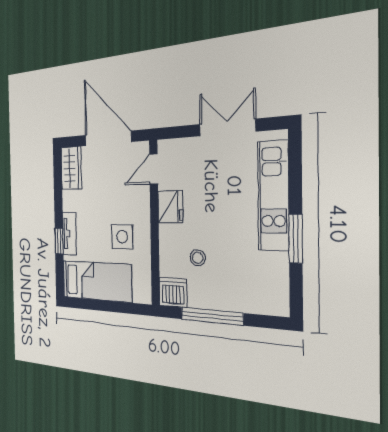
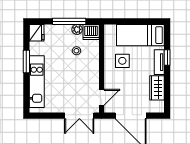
double door: (227, 128) -> (79, 116), moved
wardrobe: (71, 168) -> (157, 88), moved
fridge: (170, 207) -> (37, 33), moved, turned 180
plant: (197, 299) -> (77, 29), added

